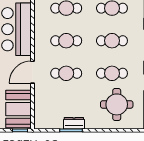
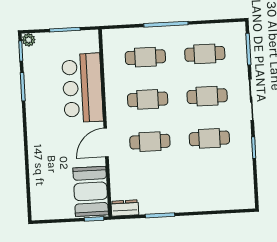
round table: (117, 104) -> (218, 179), removed
dresser: (74, 123) -> (125, 208), moved

